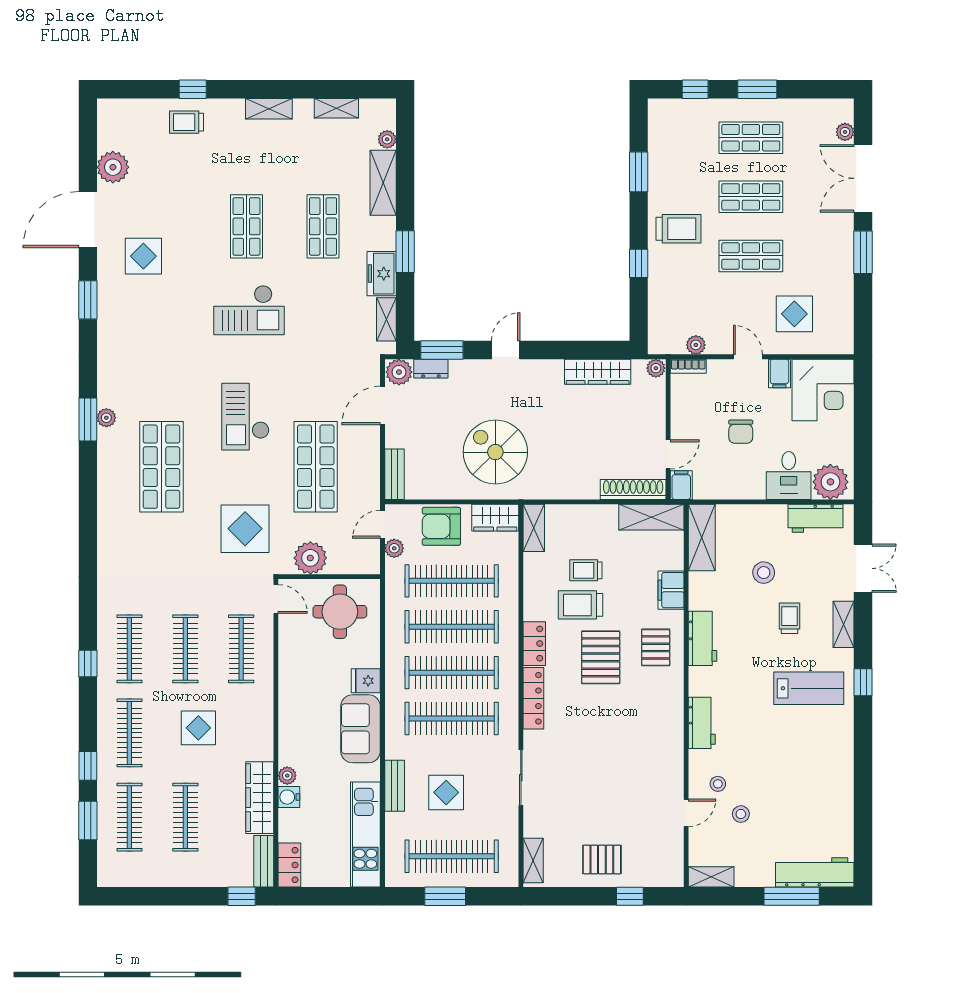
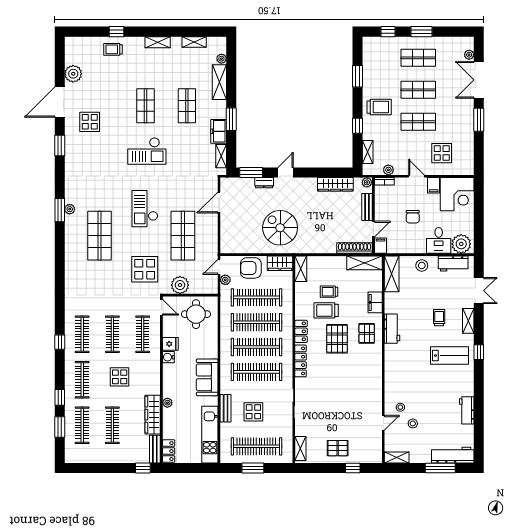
shelving: (657, 312) -> (368, 152), added
dresser: (431, 369) -> (264, 183), moved
plant: (399, 372) -> (228, 185), removed
bench: (394, 474) -> (367, 207), moved
stool: (764, 573) -> (422, 265), moved
fridge: (366, 681) -> (170, 344), moved, turned 180
workbench: (702, 723) -> (467, 410), moved, turned 180
water cooler: (289, 797) -> (168, 357), moved

